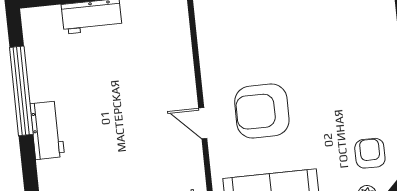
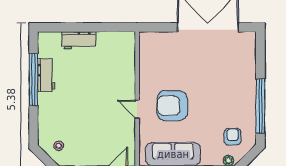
workbench: (47, 130) -> (46, 75), moved

